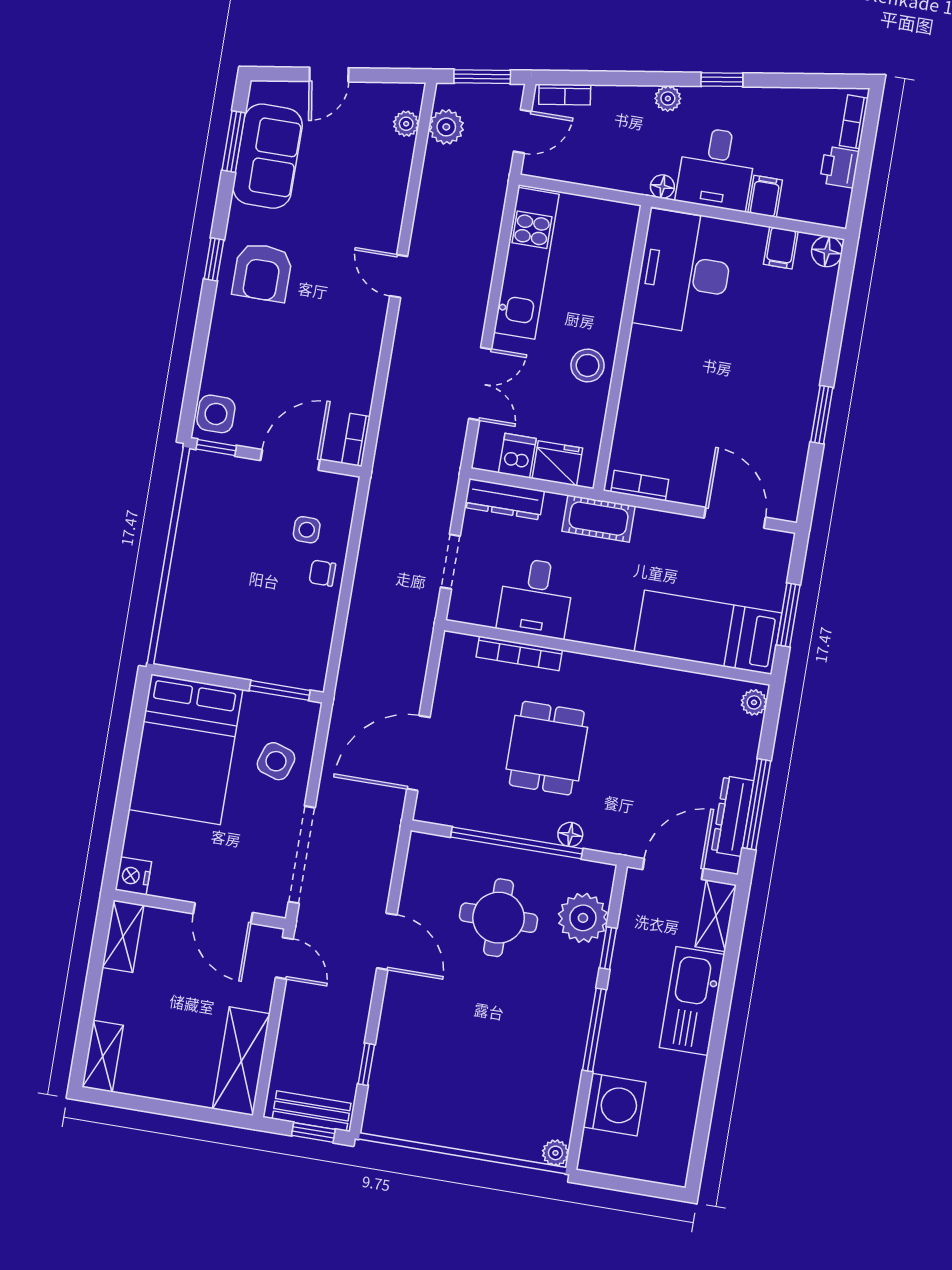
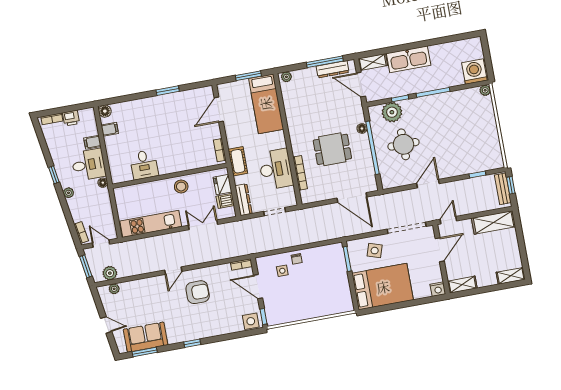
armchair: (262, 272) -> (198, 292), moved
desk: (684, 272) -> (144, 165), width x0.53, depth x0.77
desk: (536, 598) -> (276, 169), width x1.37
washing machine: (615, 1105) -> (474, 72), moved

